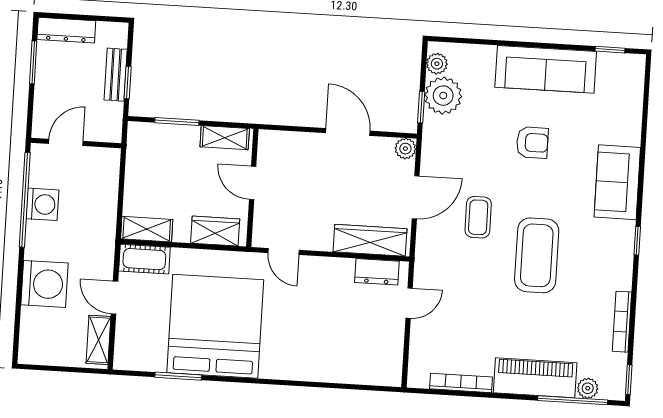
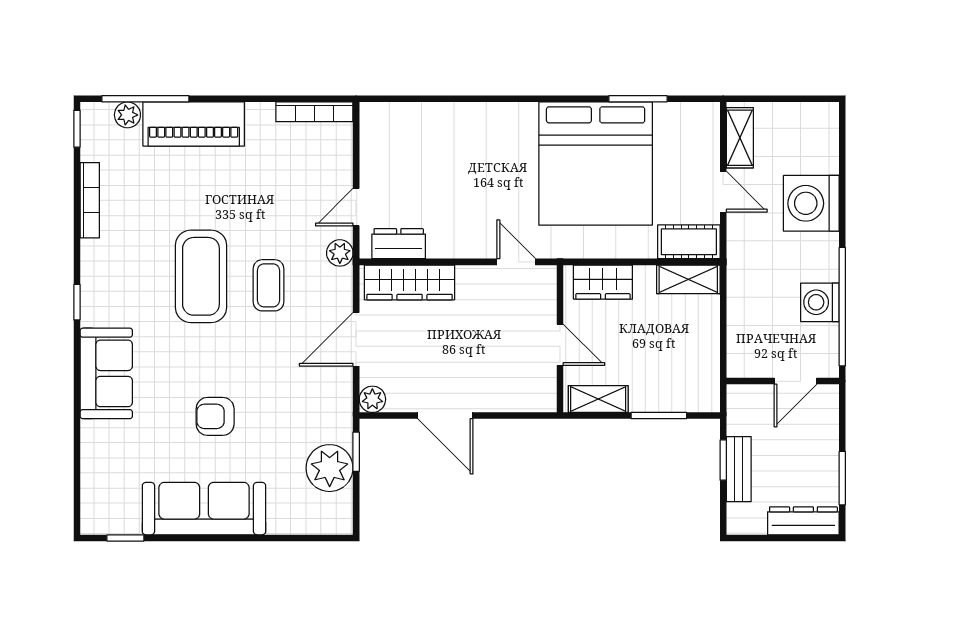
plant: (437, 64) -> (340, 253), moved
coffee table: (478, 217) -> (268, 285), moved
bookcase: (461, 383) -> (314, 112), moved

